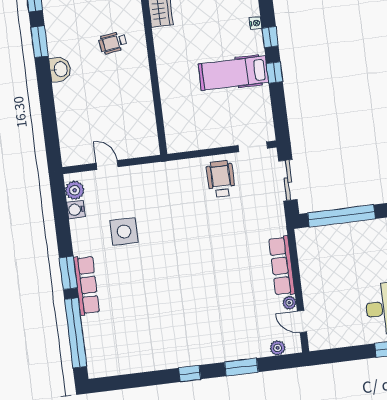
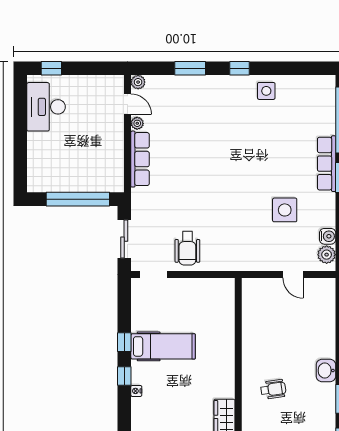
plant: (278, 348) -> (138, 82), moved
side table: (159, 353) -> (266, 91), added

